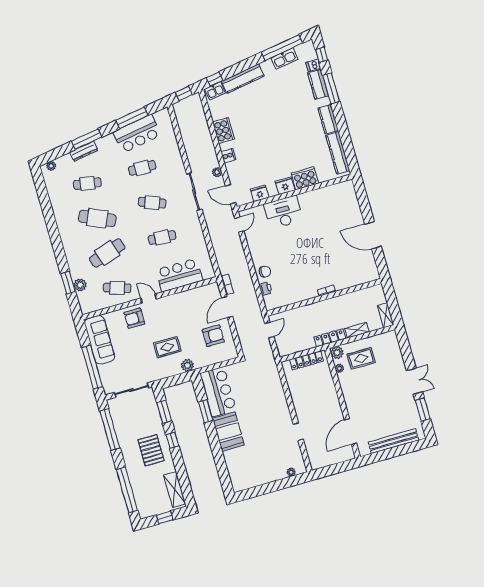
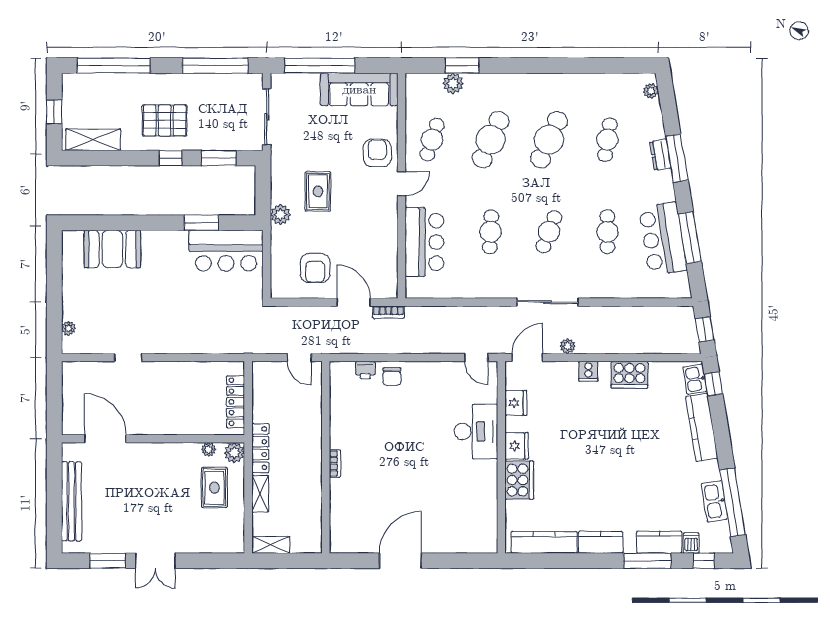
dresser: (84, 151) -> (660, 155), width x0.70
cafe table: (107, 253) -> (491, 140), turned 42
booth: (228, 432) -> (112, 249), moved

